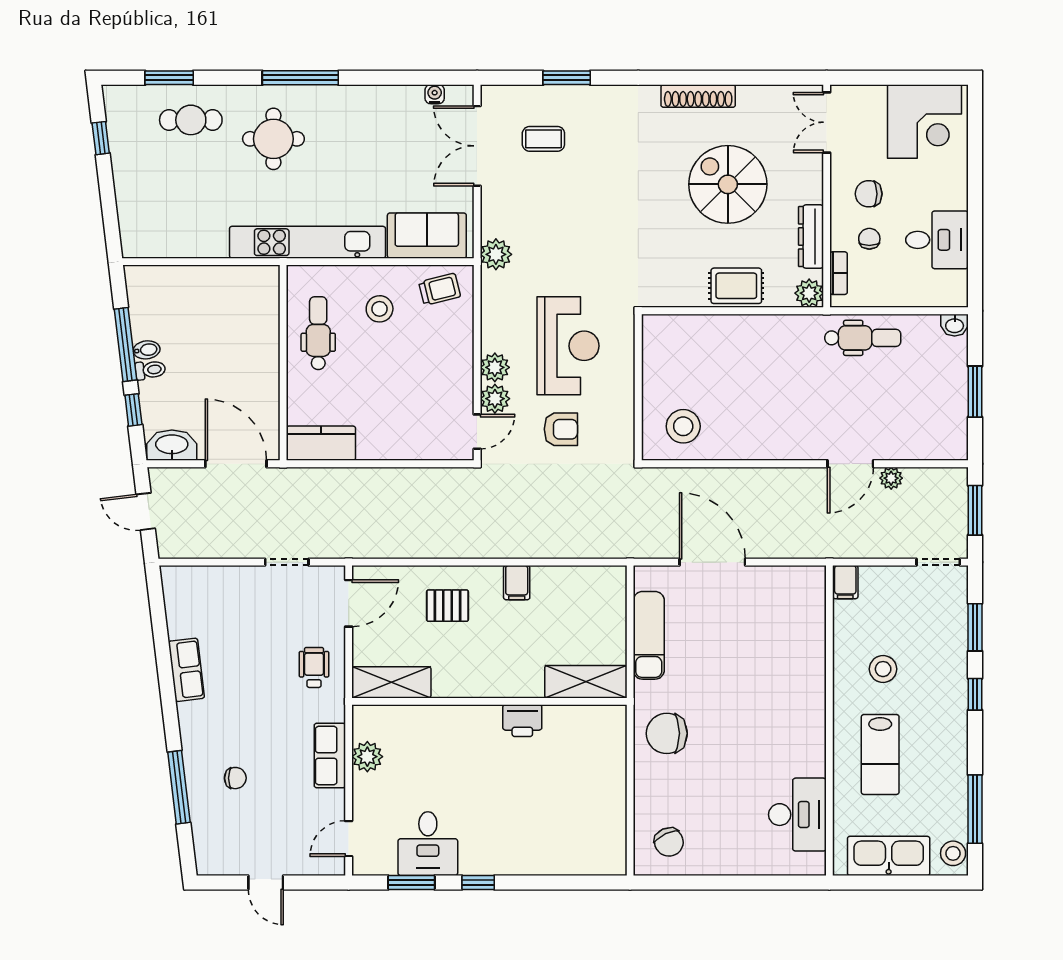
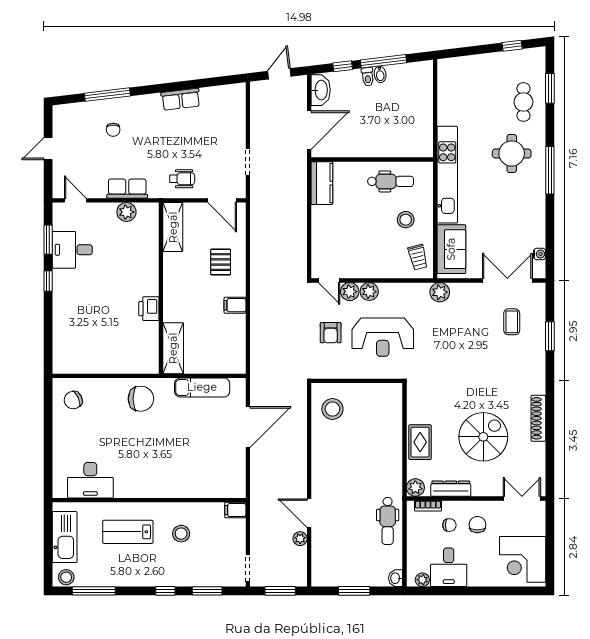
plant: (957, 282) -> (422, 580), added
chair: (667, 733) -> (141, 399), turned 90

